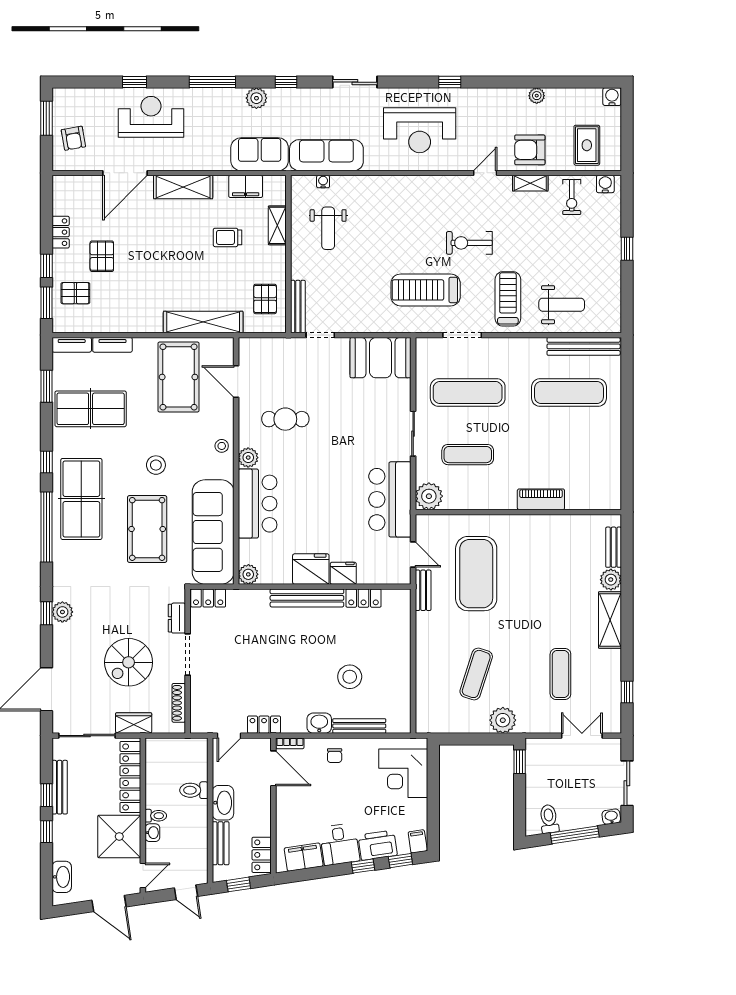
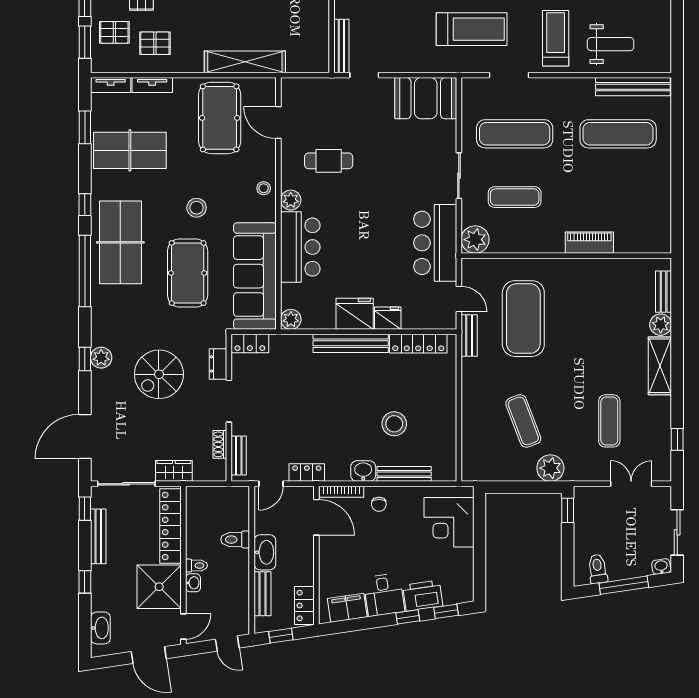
treadmill: (426, 290) -> (472, 29), turned 180
pallet: (265, 299) -> (155, 43), moved, turned 90
locker: (363, 598) -> (418, 344), width x1.53
spiral stairs: (129, 662) -> (159, 374), moved
exercise mat: (476, 674) -> (523, 421), turned -39
shoe rack: (179, 703) -> (220, 444), width x0.70
bench: (197, 708) -> (239, 455), added
bookcase: (290, 743) -> (341, 492), width x1.56
window: (46, 795) -> (85, 509), moved
filing cabinet: (418, 841) -> (464, 592), removed

